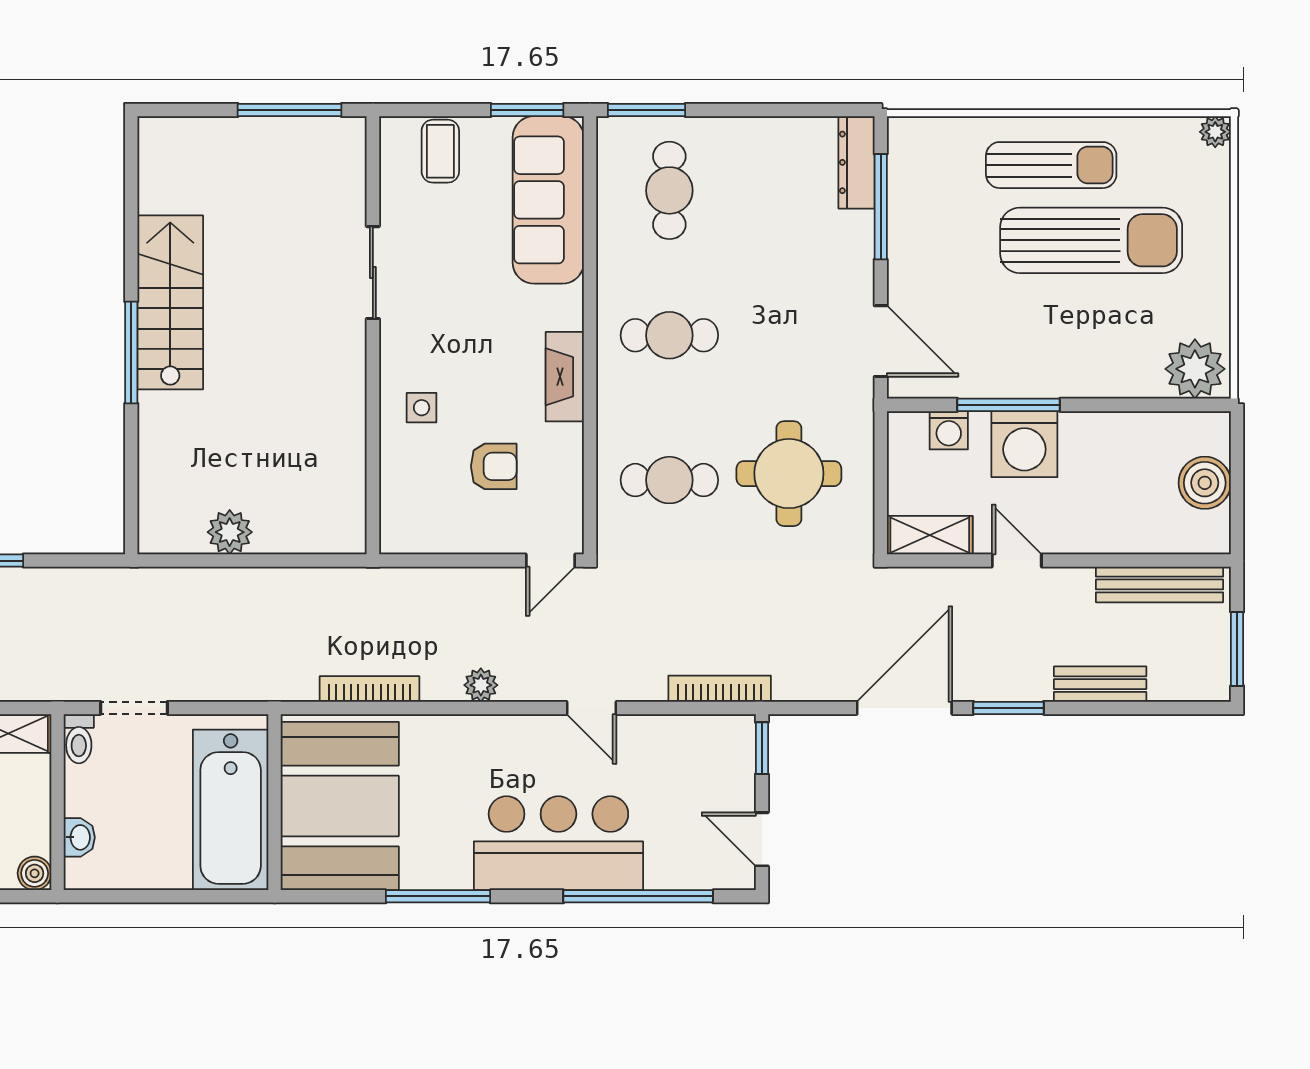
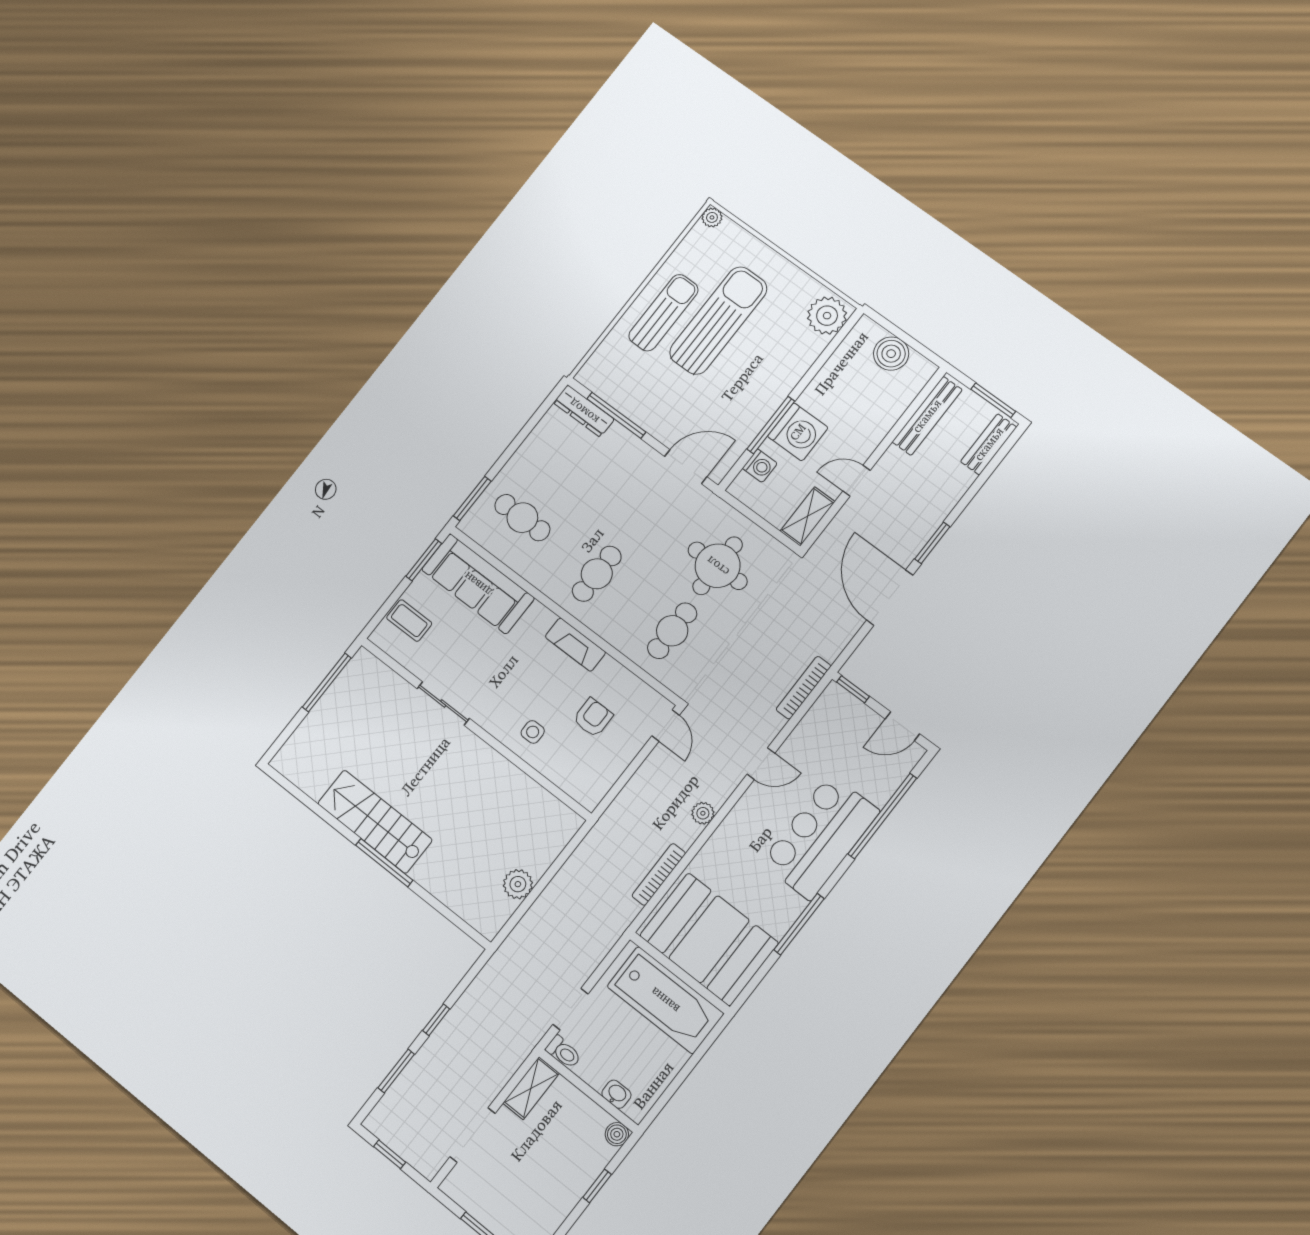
bench: (1100, 684) -> (989, 444), moved

